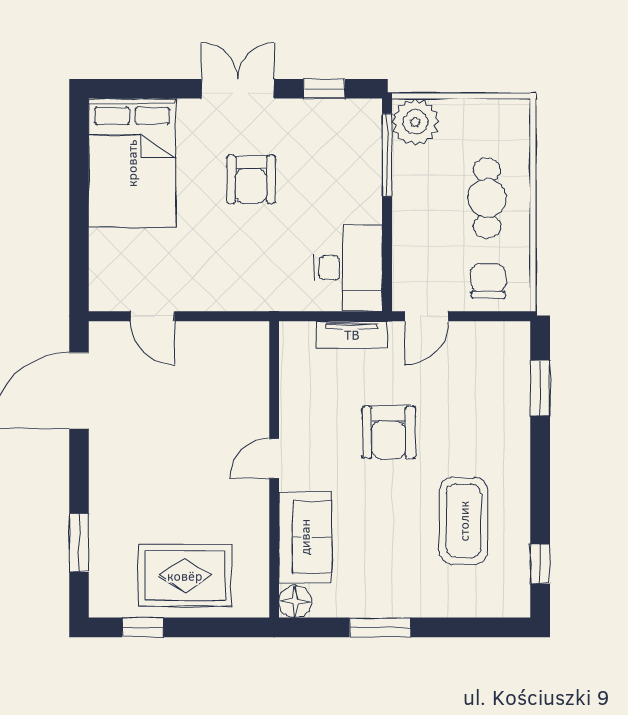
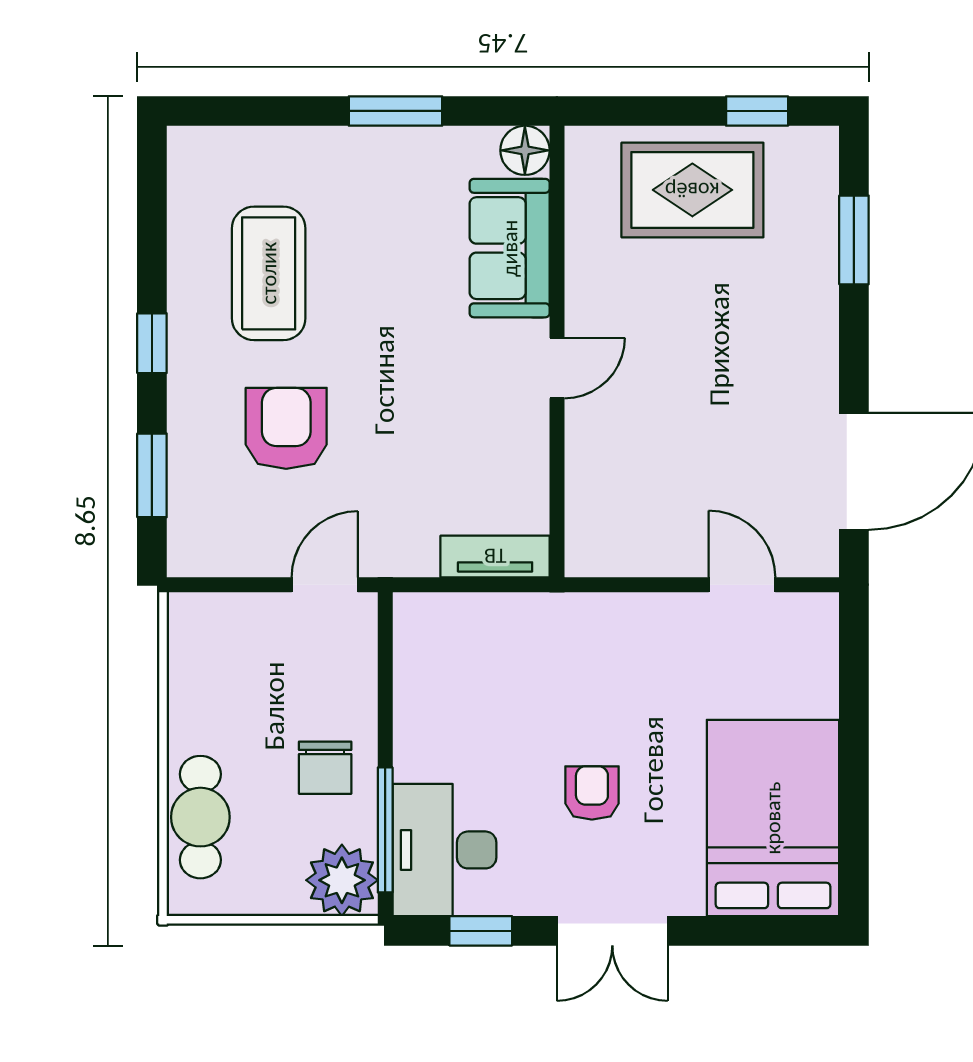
armchair: (251, 179) -> (592, 793), width x0.72, depth x0.72
cafe table: (487, 198) -> (200, 817), moved
desk: (348, 268) -> (444, 850), moved
chair: (488, 281) -> (325, 768), moved
tv unit: (352, 335) -> (495, 556), moved
armchair: (389, 432) -> (286, 428), moved
window: (540, 564) -> (152, 343), moved

